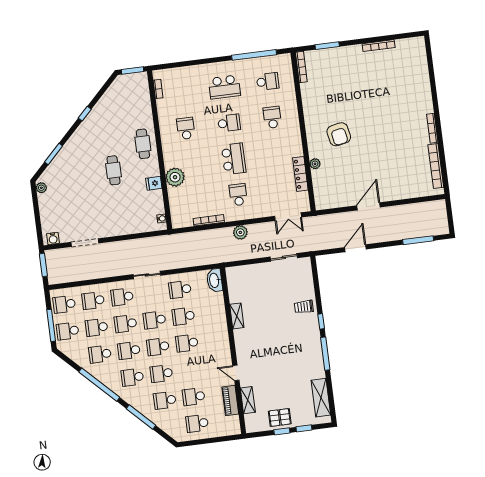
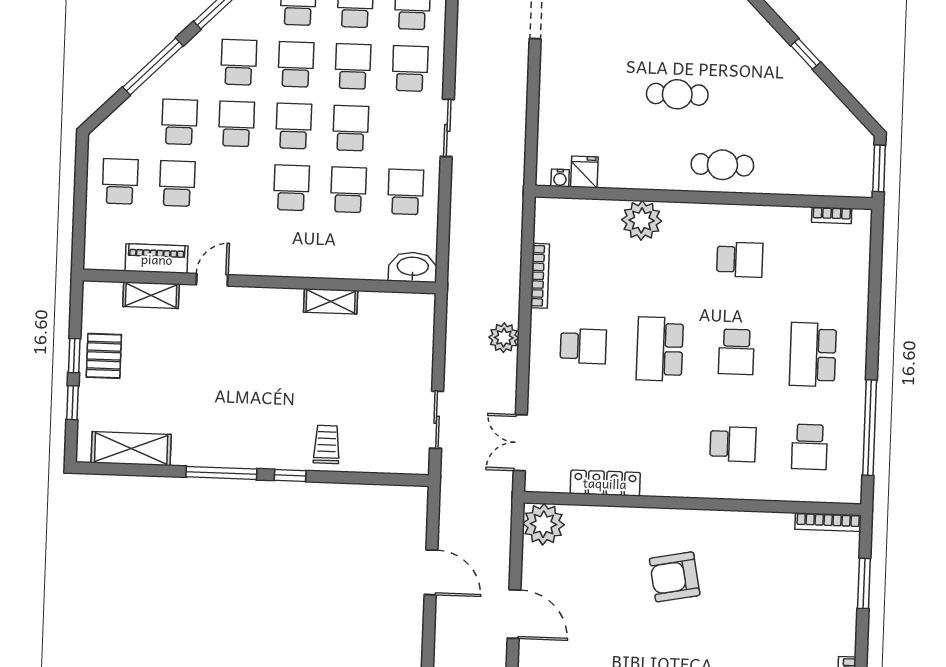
school desk: (234, 159) -> (660, 349), turned 90
plant: (315, 164) -> (543, 524), moved, width x1.88, depth x1.88
fridge: (154, 183) -> (584, 172), moved

